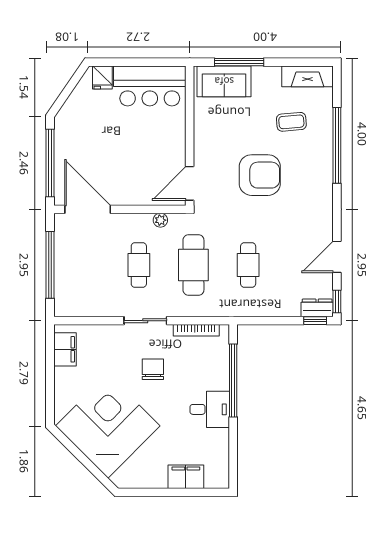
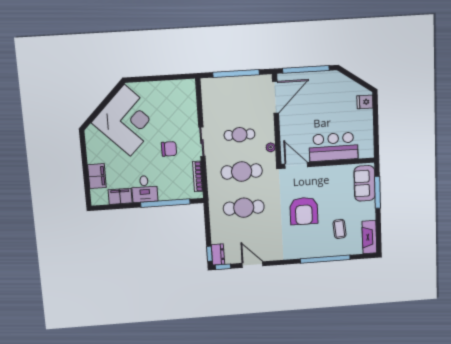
bar counter: (150, 86) -> (333, 147), moved, turned 90
cafe table: (248, 265) -> (244, 208), width x1.37, depth x1.35
filing cabinet: (65, 349) -> (120, 196), moved, turned 180

